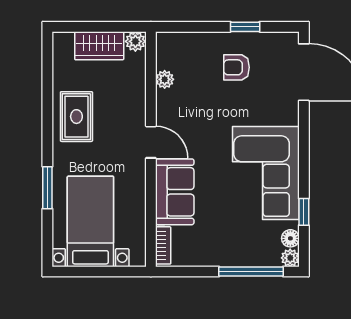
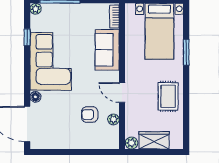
window: (245, 27) -> (64, 152), removed
armchair: (236, 67) -> (90, 115), moved, turned 180
door: (151, 142) -> (122, 92), moved
floor lamp: (290, 238) -> (35, 97), moved

